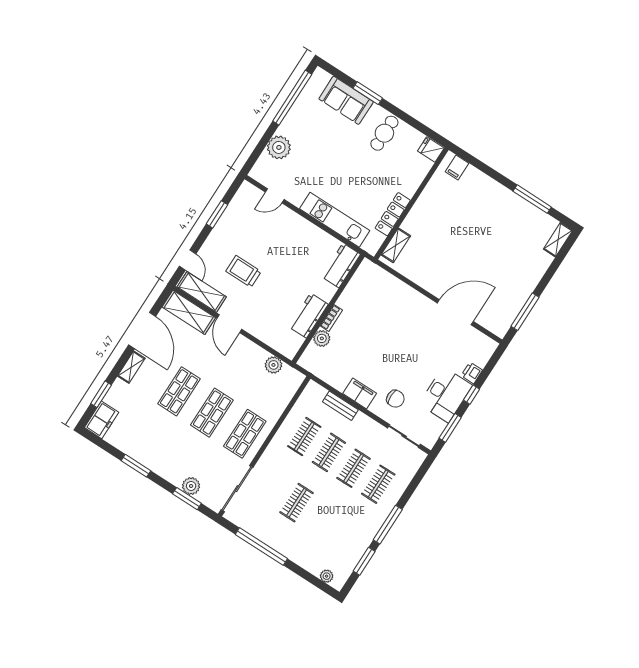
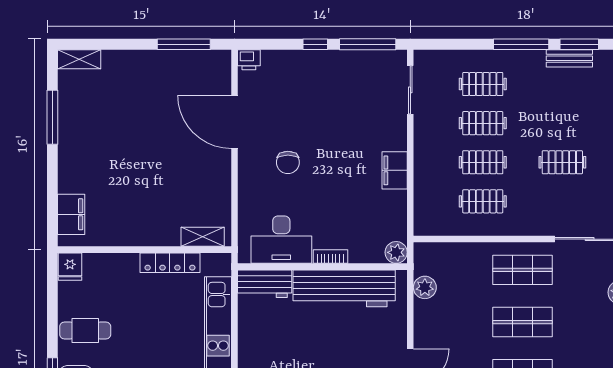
filing cabinet: (457, 167) -> (71, 214), width x2.00
workbench: (309, 316) -> (344, 288), width x1.88, depth x1.32
plant: (322, 338) -> (396, 252), moved
printer: (472, 373) -> (249, 60), moved
desk: (446, 395) -> (281, 240), moved, turned 180
chair: (395, 399) -> (288, 162), moved, turned 180
bench: (340, 406) -> (569, 58), moved, turned 90
window: (450, 428) -> (368, 44), width x1.44

